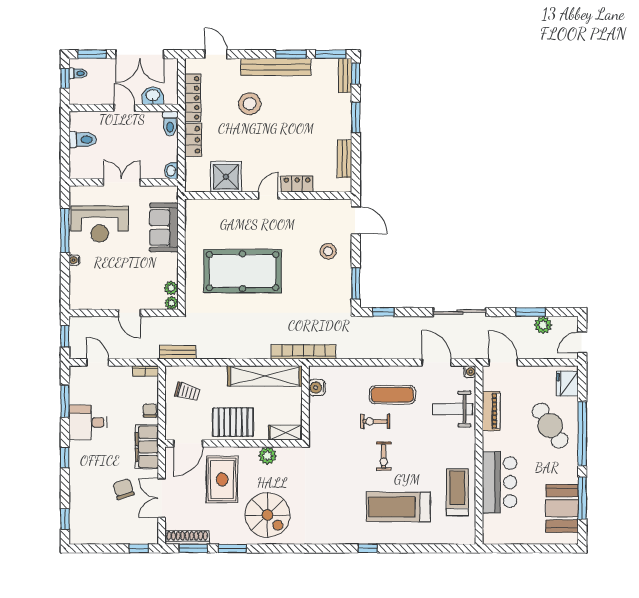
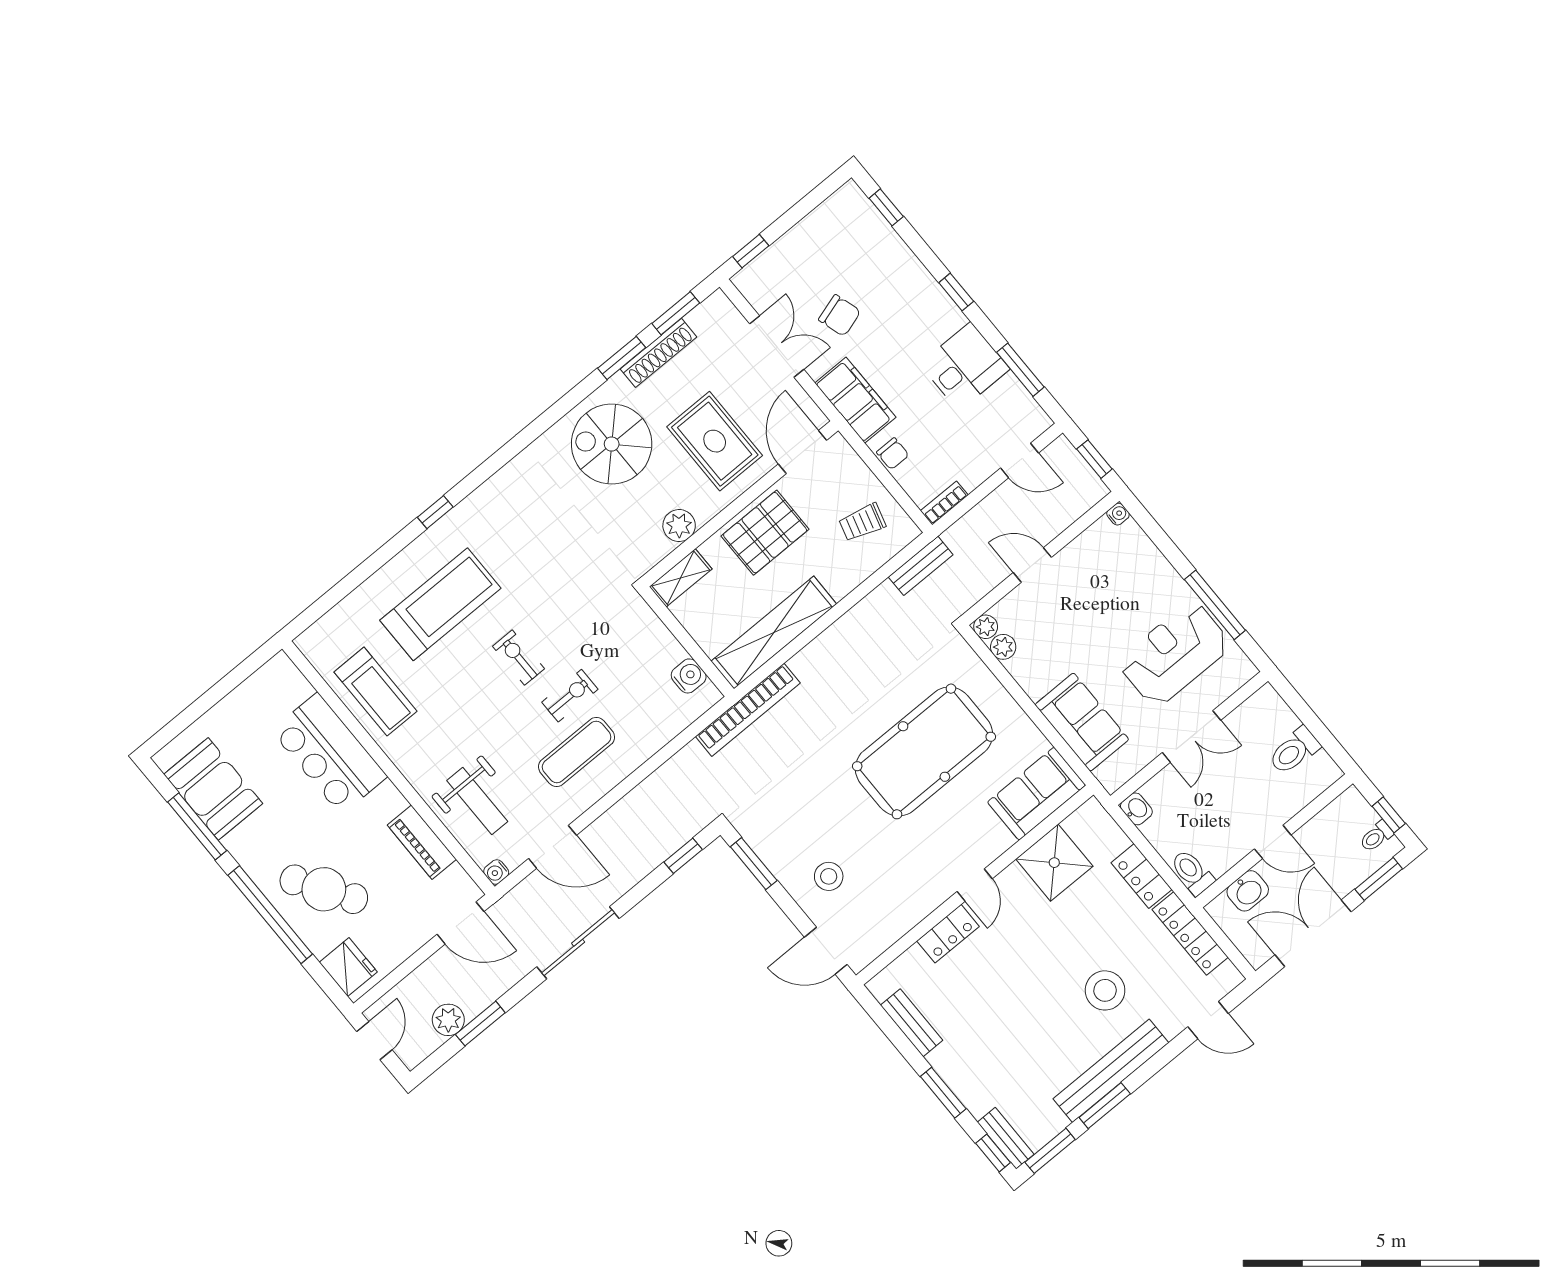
sofa: (209, 213) -> (1037, 794), added
water cooler: (74, 260) -> (1118, 514), moved
weight bench: (453, 409) -> (477, 801), turned 90
shoe rack: (187, 537) -> (658, 353), moved

